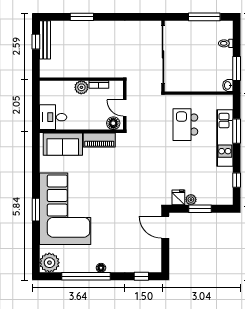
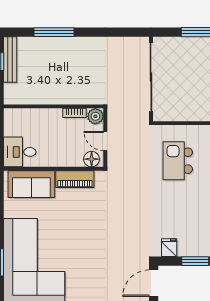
window: (82, 17) -> (54, 32), width x1.44
plant: (81, 87) -> (95, 116), moved
plant: (191, 200) -> (184, 250), removed
door: (165, 227) -> (154, 283), hinge flipped

